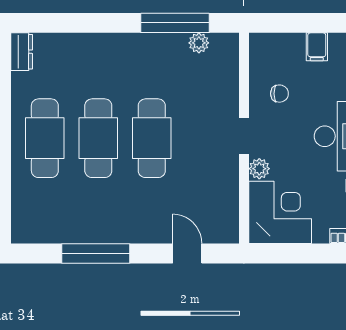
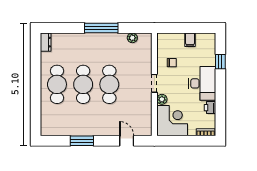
window: (175, 23) -> (101, 28), moved
window: (96, 253) -> (82, 141), width x0.69

